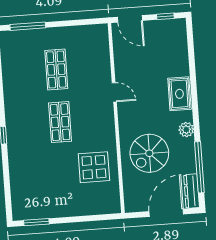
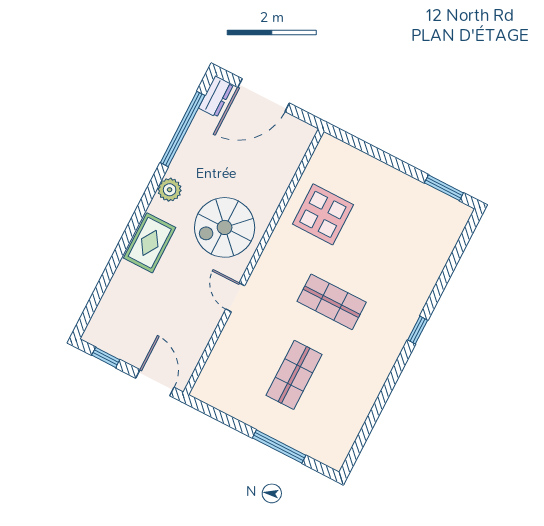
window: (28, 26) -> (279, 447), moved
shop shelf: (60, 122) -> (332, 302), turned 90
spiral stairs: (149, 153) -> (225, 227), moved, turned 180
dresser: (192, 191) -> (216, 96), width x0.70

